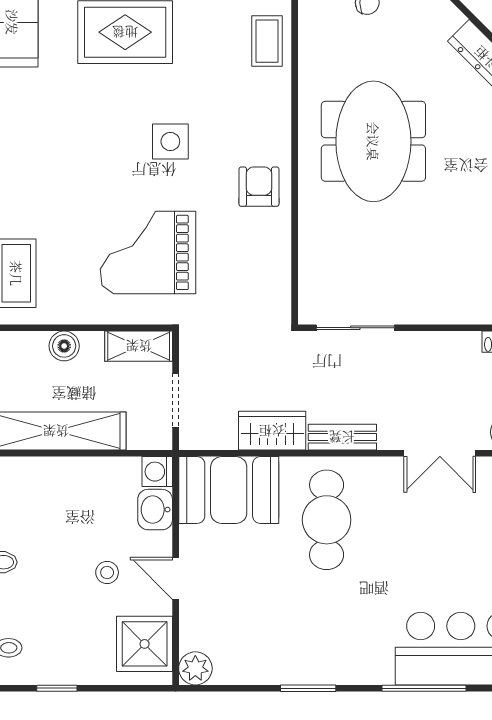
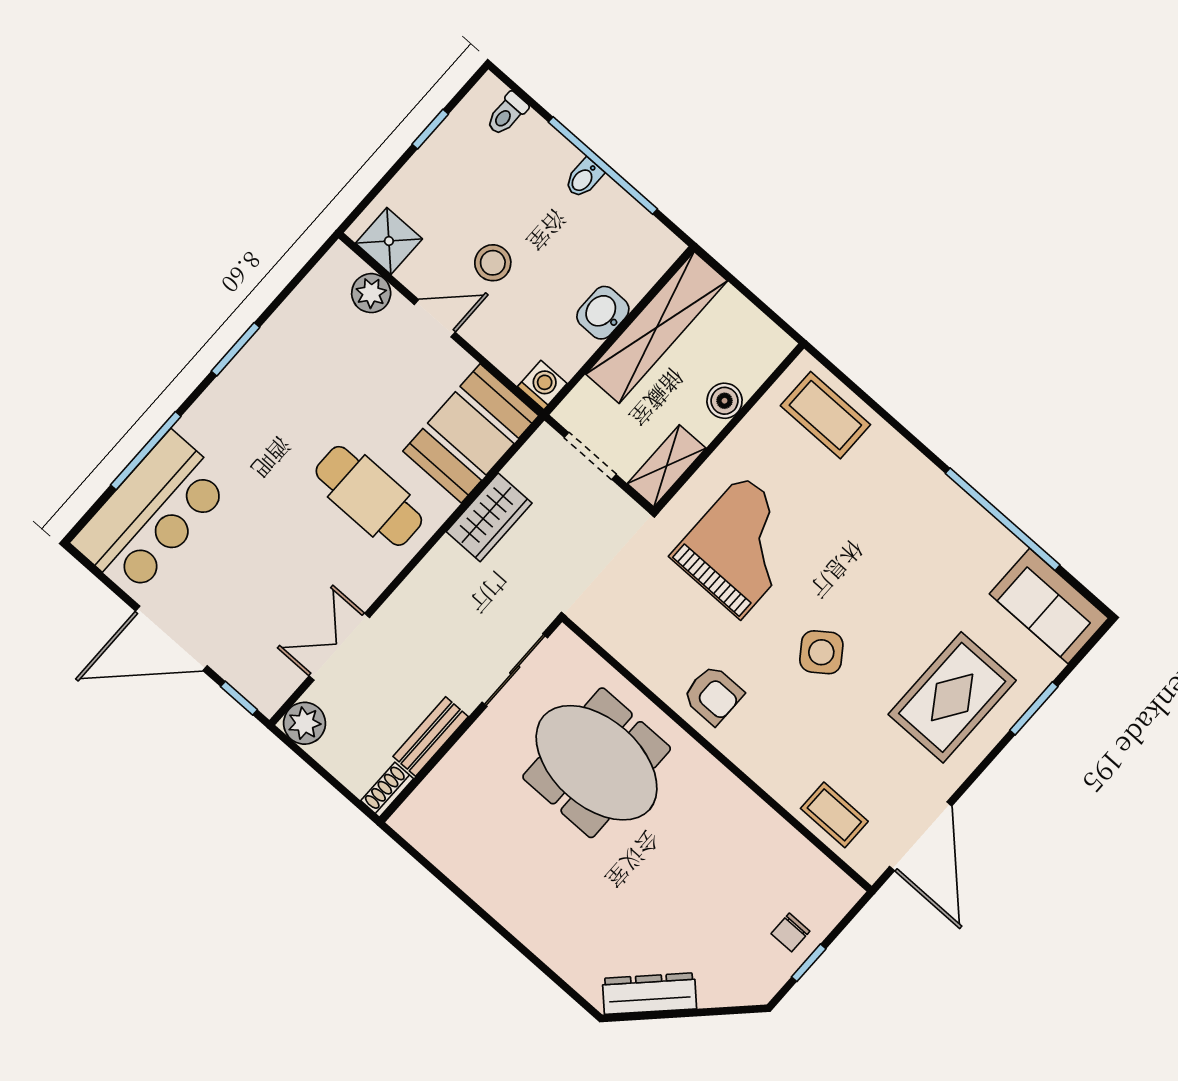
meeting table: (373, 141) -> (597, 763), moved
side table: (170, 142) -> (821, 652), turned -36
bench: (342, 437) -> (431, 736), moved
washbasin: (155, 510) -> (603, 313), moved, turned -90
stool: (107, 572) -> (493, 263), width x1.37, depth x1.37
shower: (145, 644) -> (389, 241), width x0.73, depth x0.73
plant: (195, 668) -> (371, 293), moved

